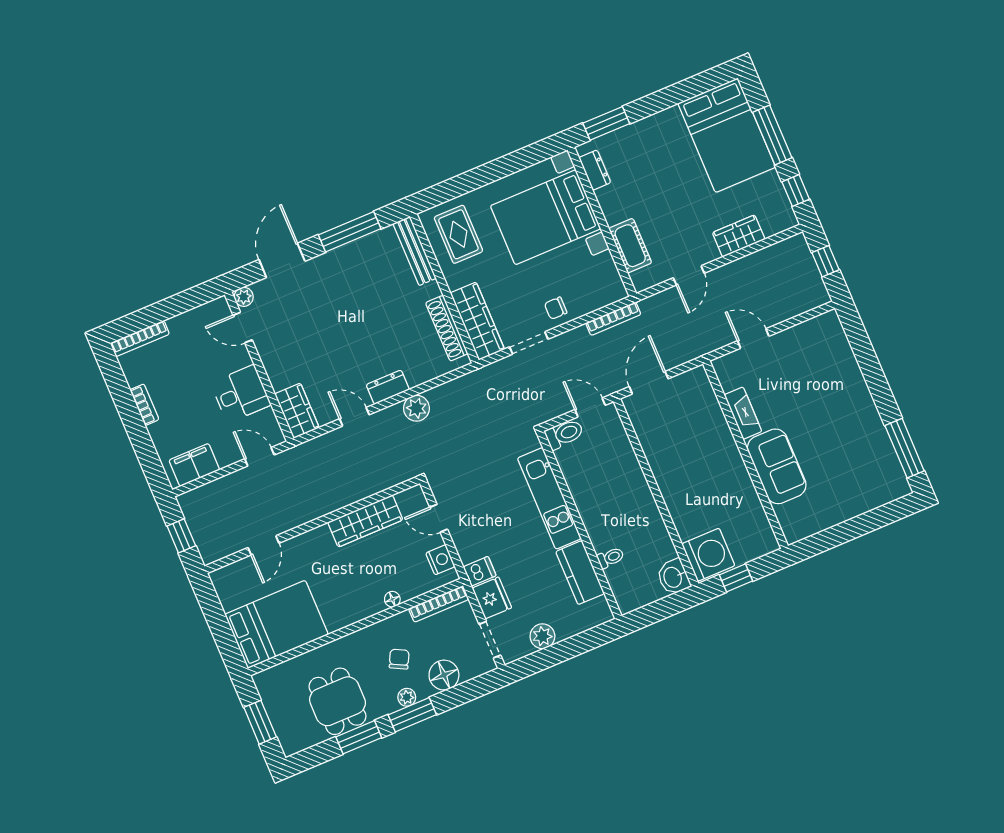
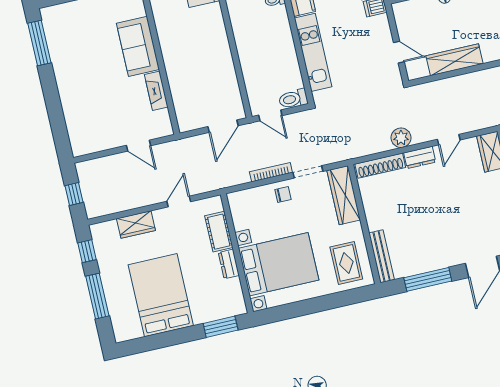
bed: (727, 135) -> (161, 295), moved
dresser: (595, 170) -> (229, 264), moved
bookcase: (613, 319) -> (271, 172), moved
shoe rack: (447, 328) -> (380, 166), moved, turned 90
door: (354, 417) -> (449, 140), hinge flipped
nightstand: (440, 560) -> (403, 21), removed

